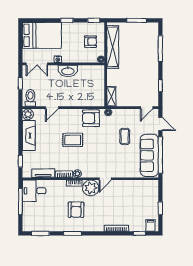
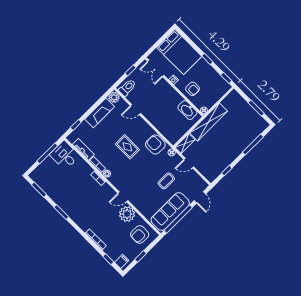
armchair: (90, 42) -> (193, 89), moved
shelving: (113, 47) -> (209, 122), moved
washbasin: (68, 71) -> (187, 110), moved
door: (147, 108) -> (189, 163), moved
plant: (91, 188) -> (127, 214), moved
armchair: (76, 210) -> (140, 235), moved

